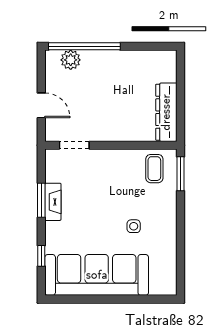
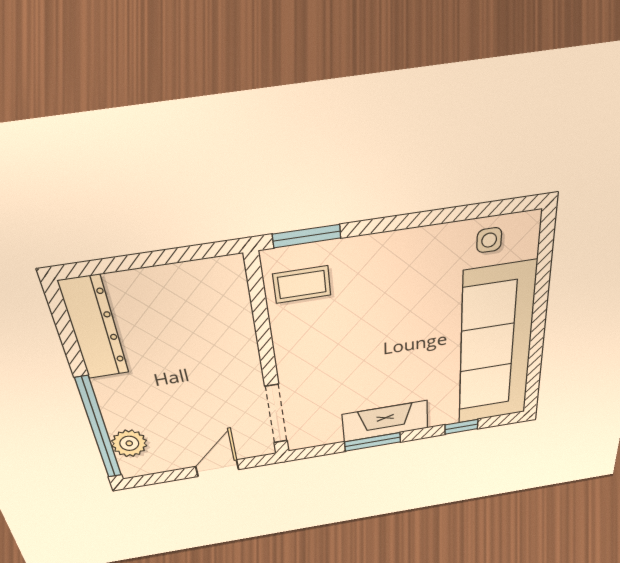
dresser: (166, 112) -> (94, 328), moved, turned -90
doorway: (74, 145) -> (276, 414), width x1.38
fireplace: (53, 202) -> (385, 421), width x1.37, depth x1.32
side table: (134, 226) -> (489, 240), moved

